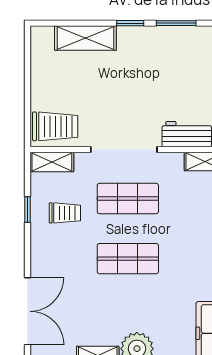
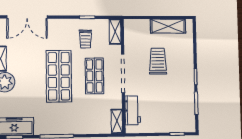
shelving: (85, 38) -> (168, 26), moved, turned 90
trolley: (55, 126) -> (158, 61), moved, turned 180
shop shelf: (128, 259) -> (59, 76), width x1.43, depth x1.36

